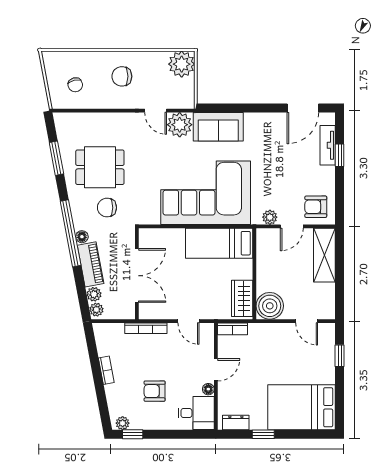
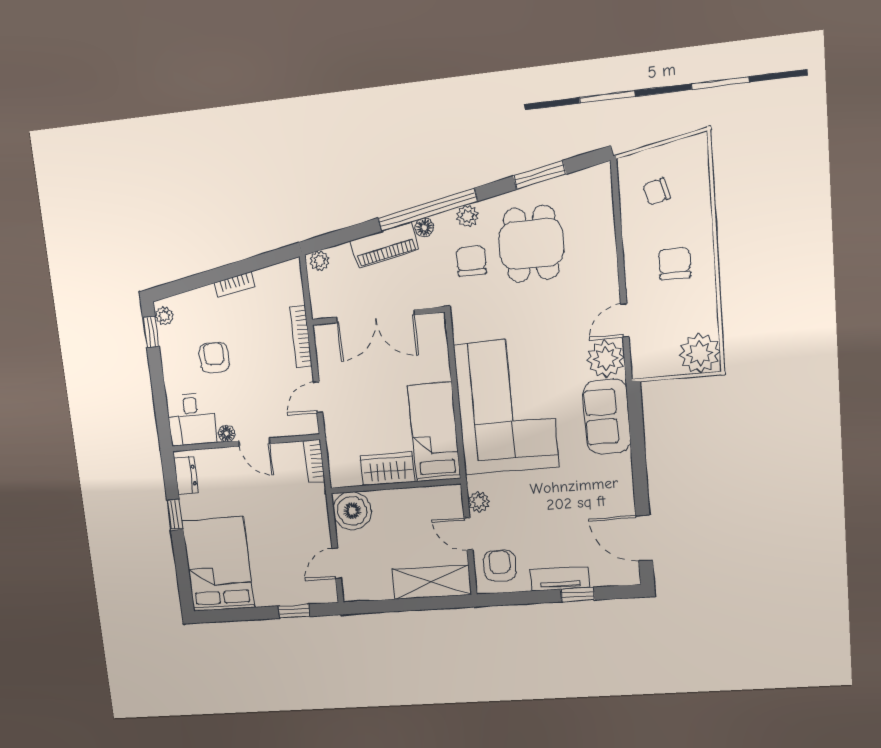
tv unit: (328, 145) -> (560, 579), moved
plant: (94, 294) -> (467, 216), moved
wardrobe: (242, 298) -> (388, 469), moved

